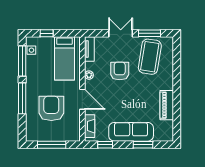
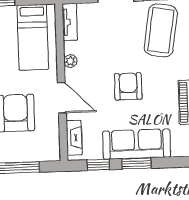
armchair: (120, 71) -> (128, 86), moved
window: (143, 145) -> (136, 163), moved

